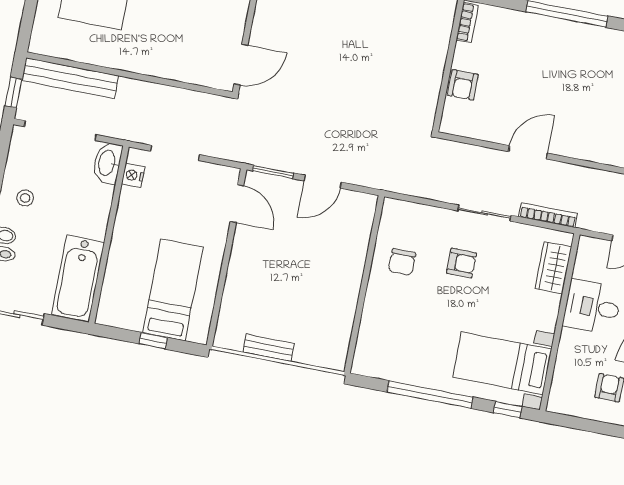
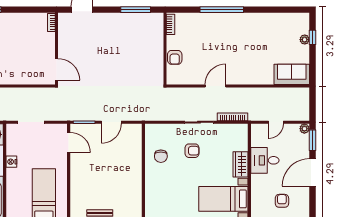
door: (241, 65) -> (57, 69), hinge flipped
nightstand: (133, 175) -> (11, 162), moved
wardrobe: (553, 268) -> (241, 164), moved

